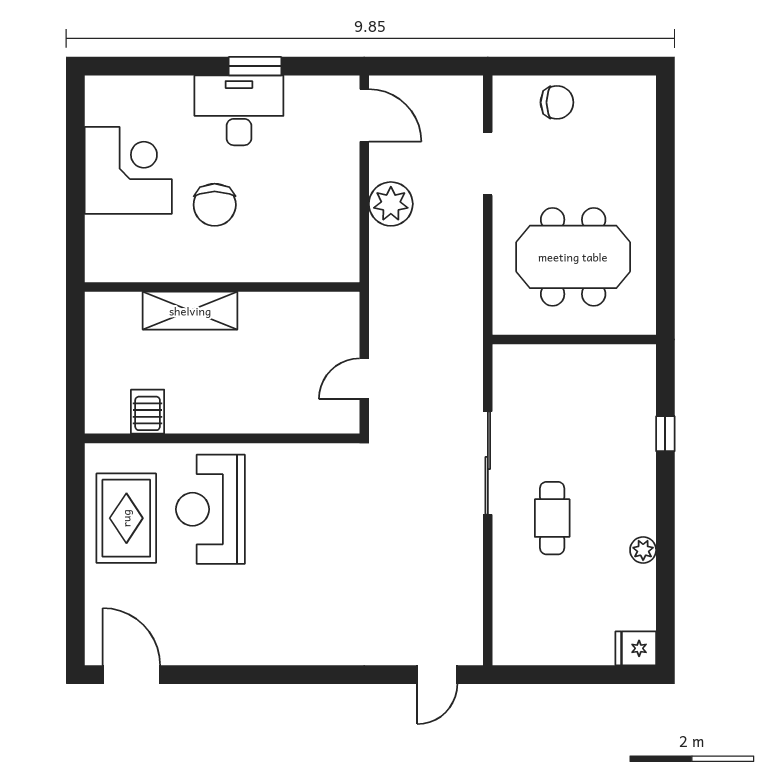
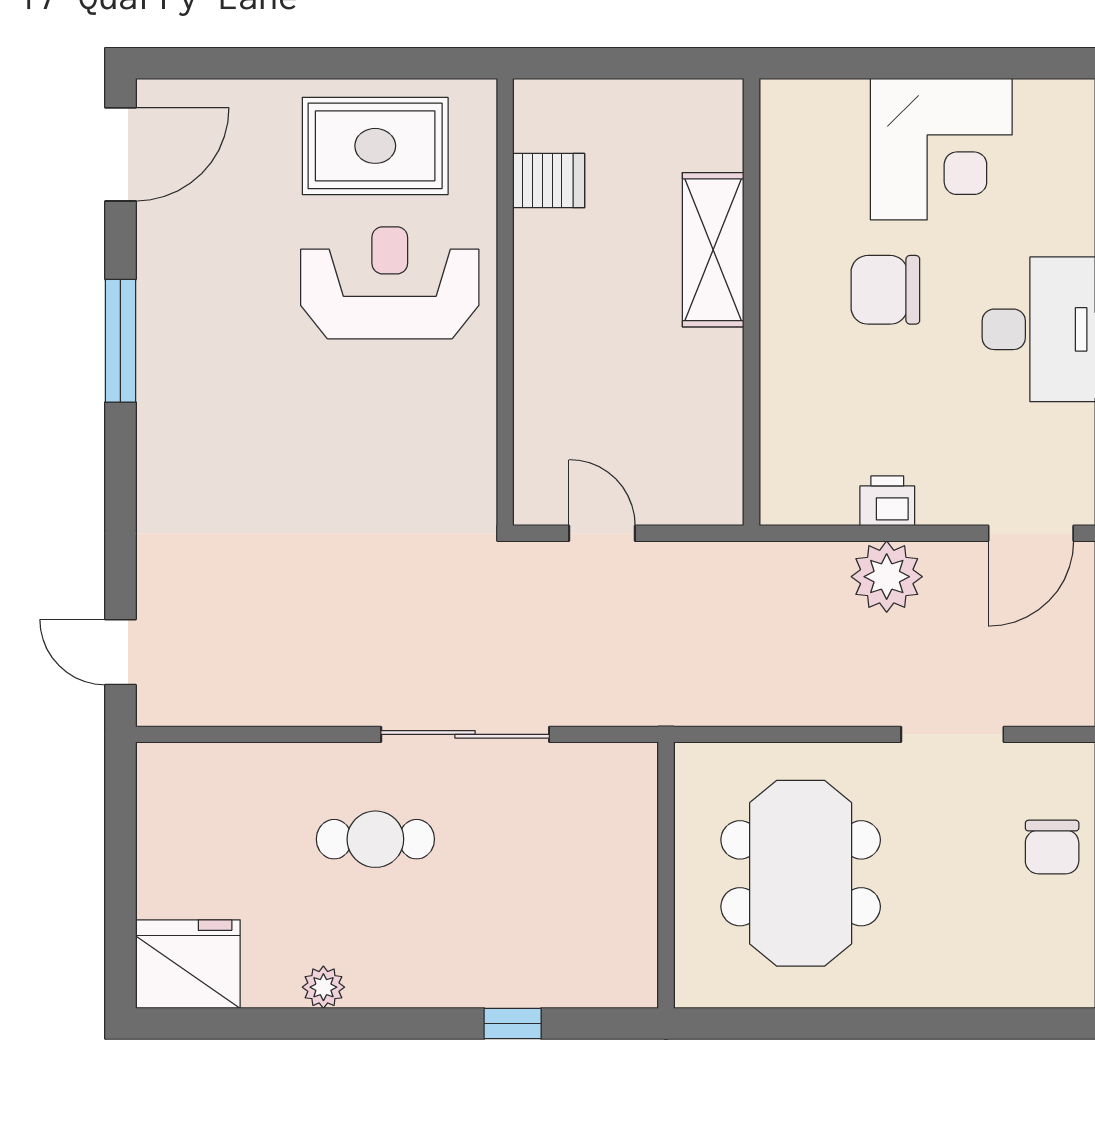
printer: (344, 204) -> (887, 501), added
fridge: (636, 648) -> (188, 964), width x1.88, depth x1.34
window: (246, 675) -> (120, 341), added

